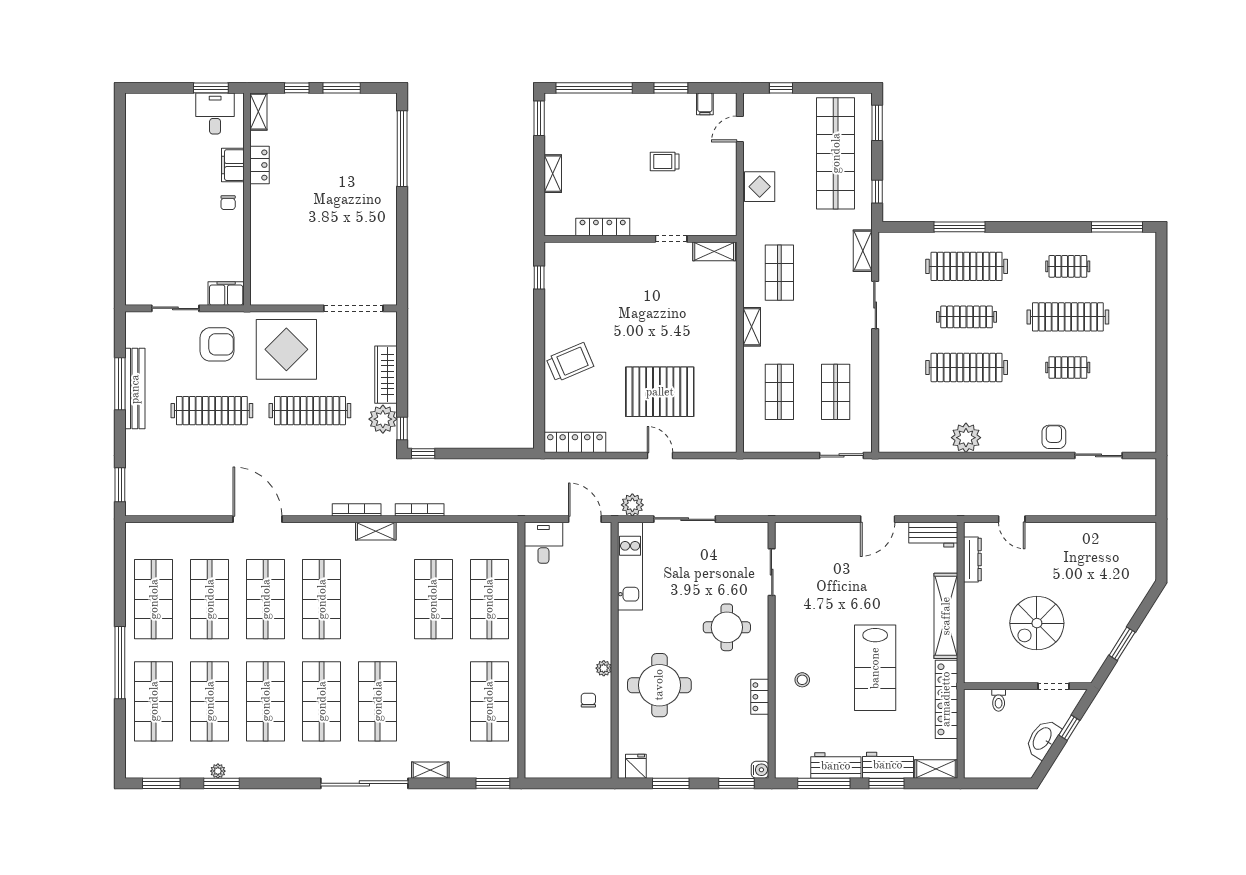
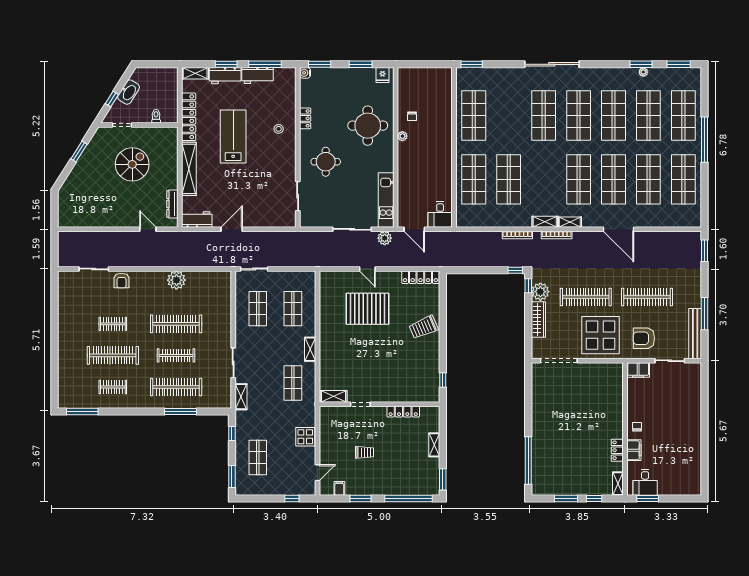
shop shelf: (836, 153) -> (258, 457), width x0.50, depth x0.74
bench: (135, 389) -> (695, 334), moved
shelving: (430, 770) -> (570, 222), moved

